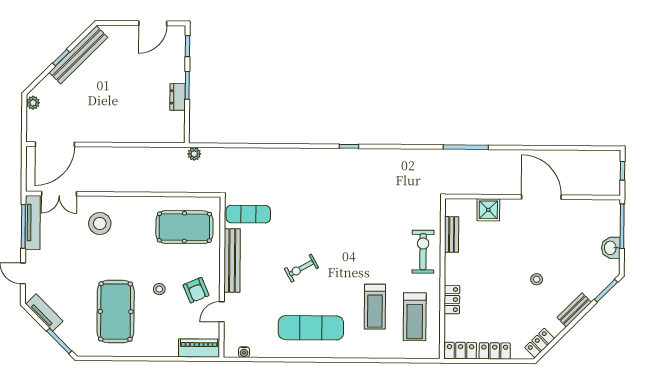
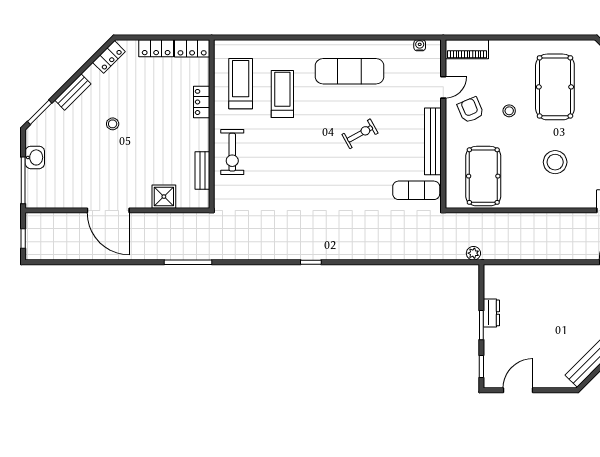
stool: (100, 223) -> (555, 162), moved
pool table: (184, 227) -> (483, 176), turned 90

